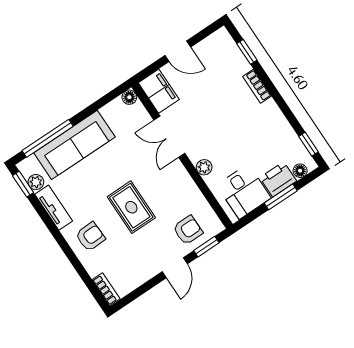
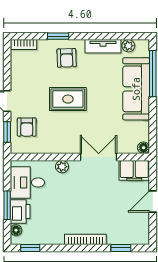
bookcase: (257, 86) -> (85, 239), width x1.56
window: (23, 184) -> (58, 36), moved

